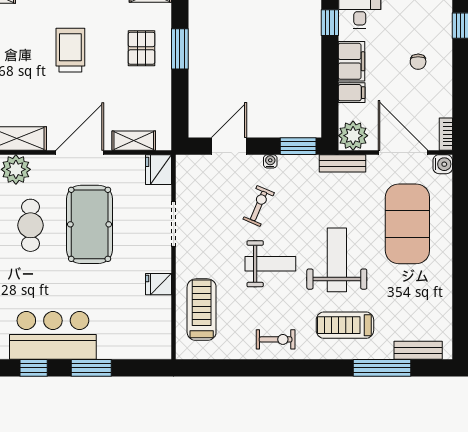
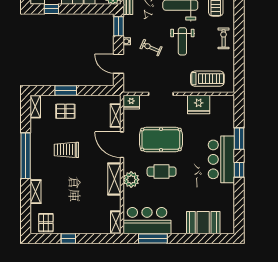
weight bench: (270, 264) -> (182, 41), turned 180
fridge: (159, 284) -> (199, 104), width x1.88, depth x1.34
treadmill: (202, 310) -> (207, 79), turned 180

